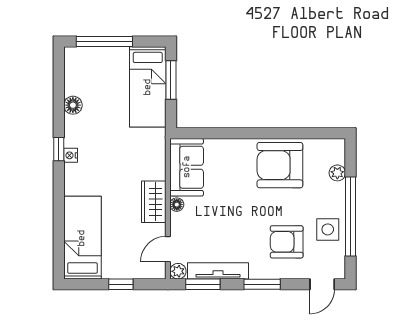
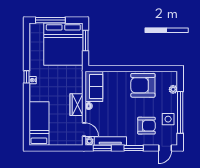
bed: (148, 87) -> (63, 44), width x2.04
floor lamp: (73, 105) -> (34, 54), removed
armchair: (287, 242) -> (146, 126), turned 180
door: (168, 249) -> (84, 130), swing flipped
window: (121, 284) -> (59, 148), removed

